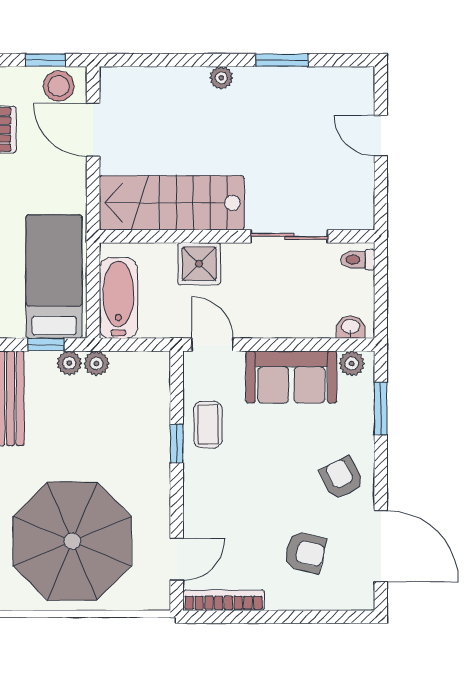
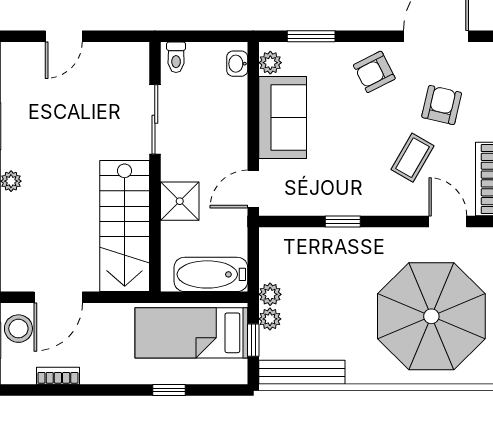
coffee table: (208, 425) -> (412, 158), moved, turned -60

